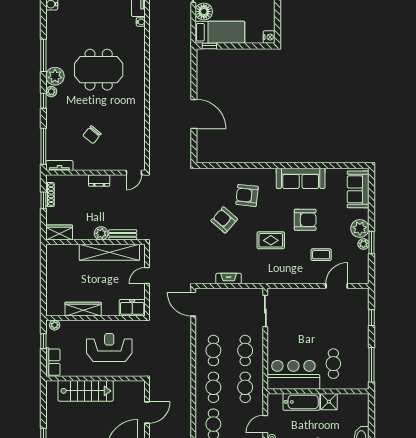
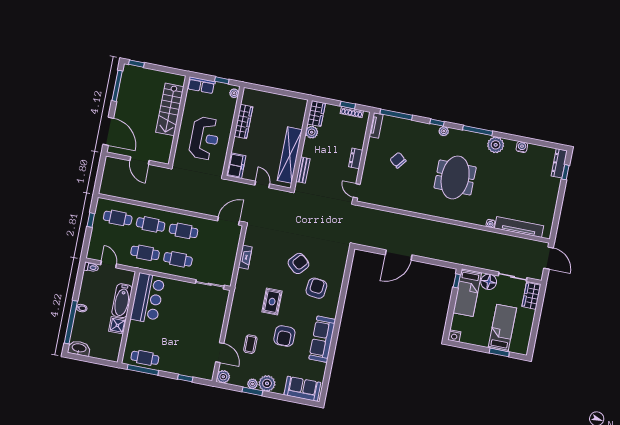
plant: (55, 76) -> (496, 145), moved
plant: (101, 233) -> (312, 132), moved
plant: (362, 277) -> (223, 377), added
cafe table: (333, 364) -> (145, 358), moved

